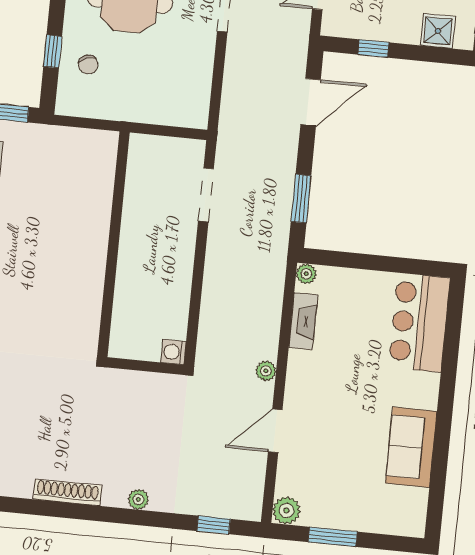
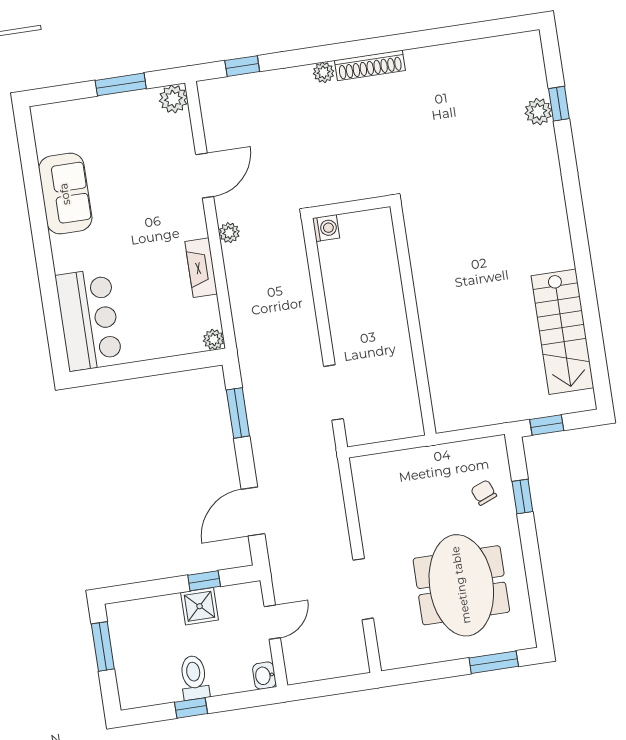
shower: (438, 31) -> (200, 606), moved
fireplace: (303, 321) -> (201, 268), moved
shoe rack: (68, 492) -> (370, 65), moved

